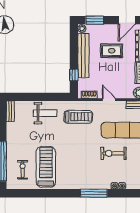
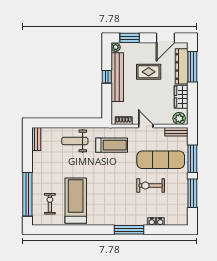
window: (74, 75) -> (107, 77), moved
weight bench: (45, 113) -> (75, 141), turned 180

